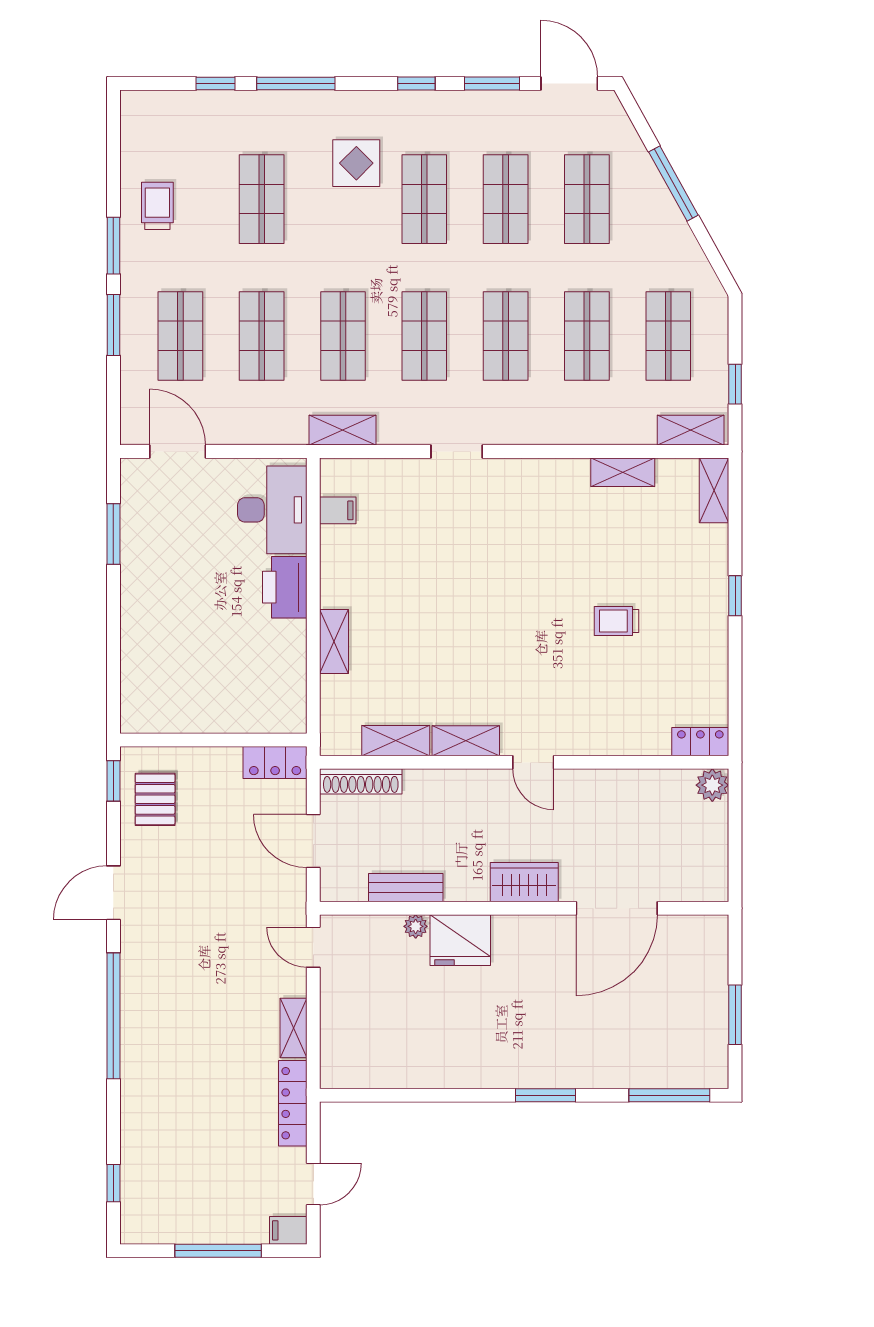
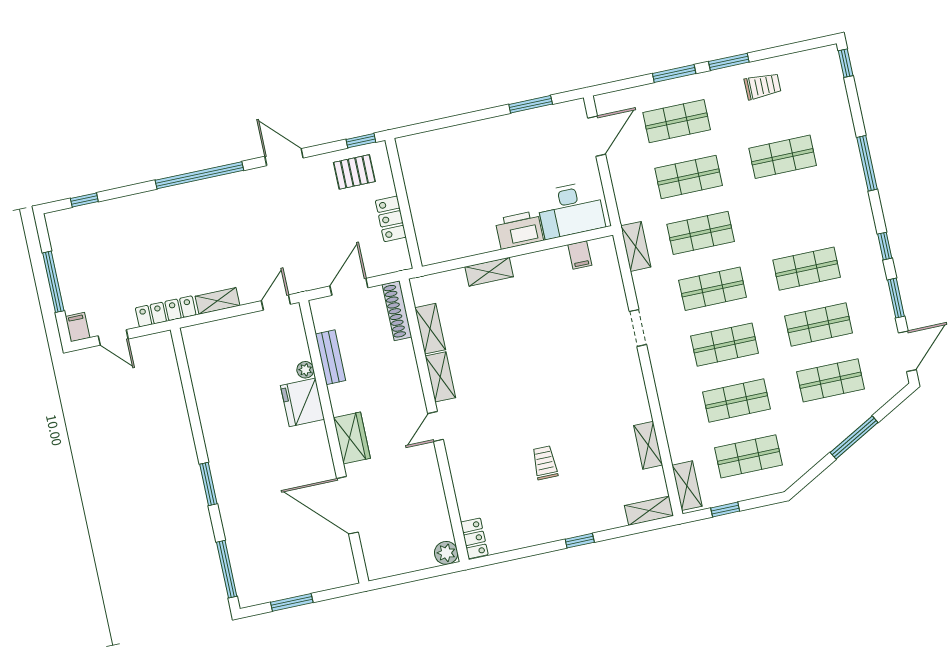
window: (215, 84) -> (846, 63), moved
display table: (356, 163) -> (821, 217), removed
locker: (275, 763) -> (391, 219), moved

